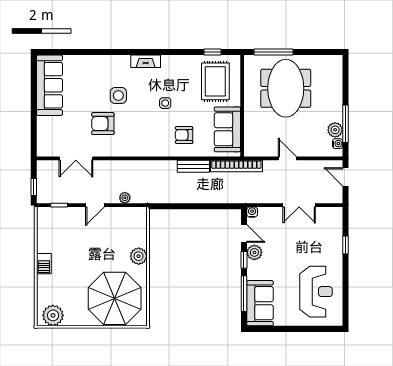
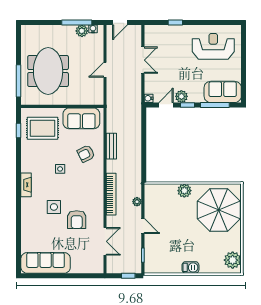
meeting table: (286, 88) -> (48, 71), turned 90
armchair: (184, 135) -> (86, 154), turned 63
bookcase: (236, 166) -> (111, 194), moved

